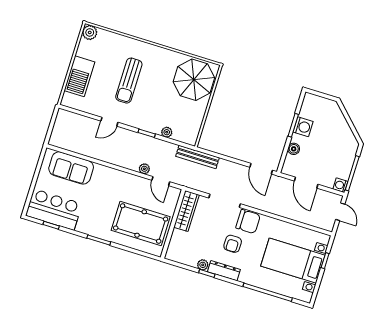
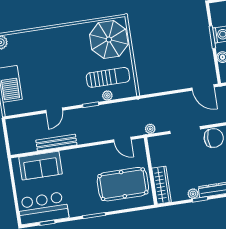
sun lounger: (129, 81) -> (108, 77), moved, turned -90
bench: (197, 157) -> (56, 142), moved
plant: (144, 169) -> (150, 129), moved
wardrobe: (186, 211) -> (162, 185), moved
armchair: (233, 244) -> (210, 163), removed

